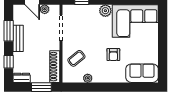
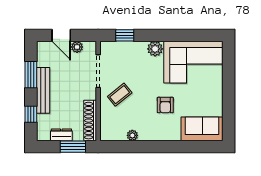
bench: (18, 38) -> (43, 90), width x1.36
coffee table: (76, 58) -> (120, 95), moved
dresser: (22, 78) -> (61, 135), moved

